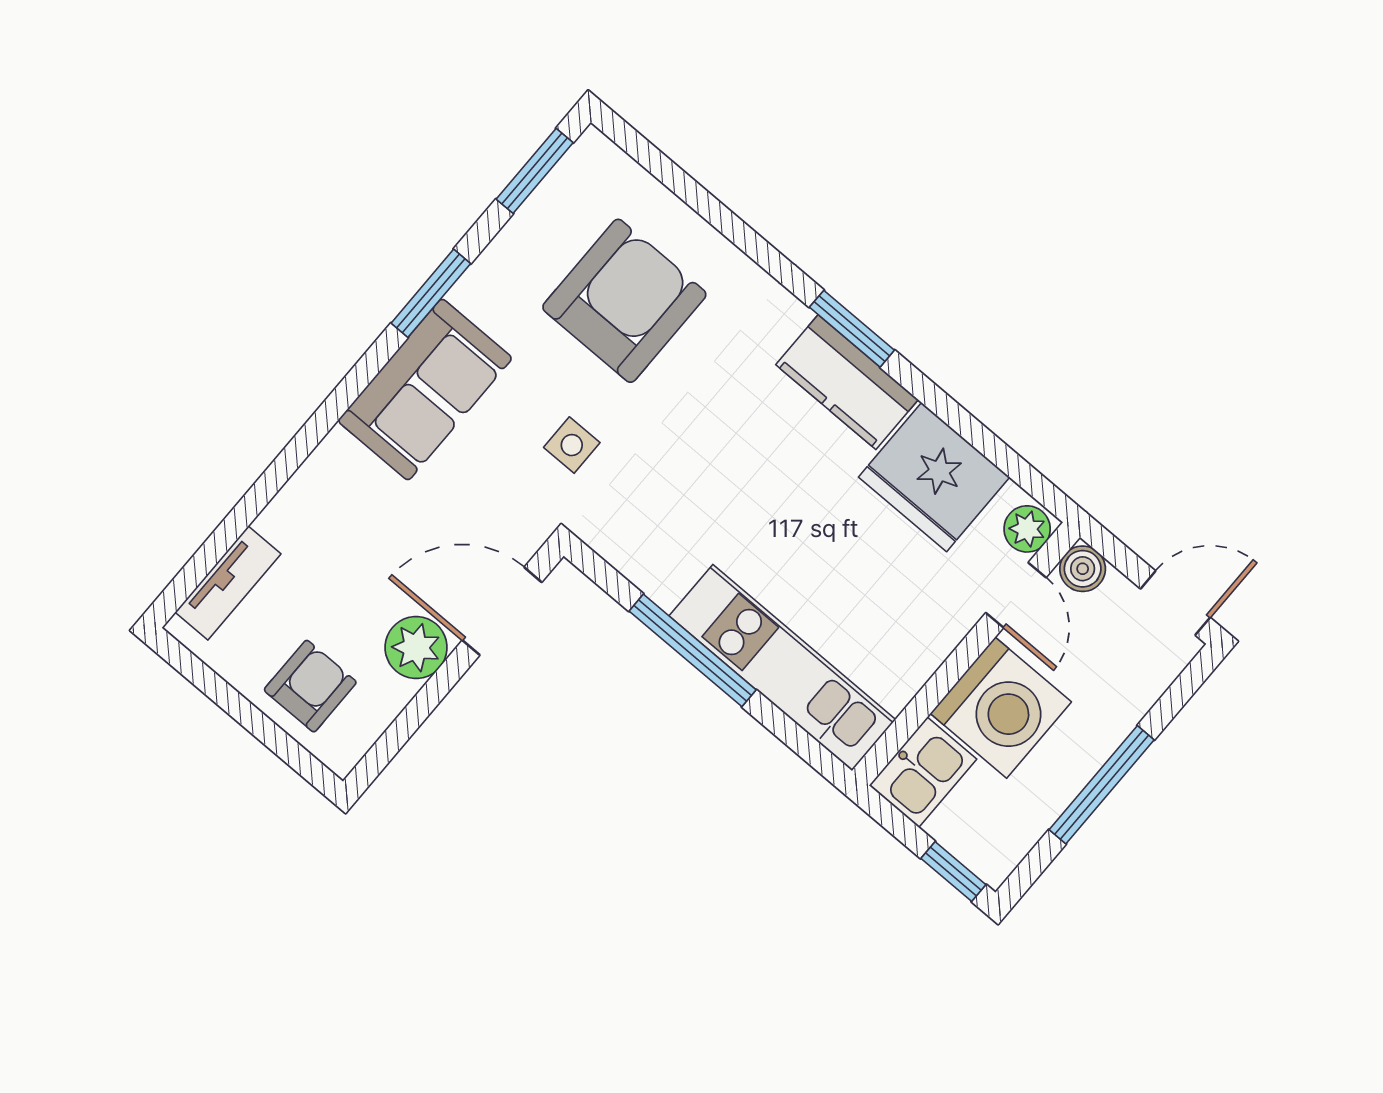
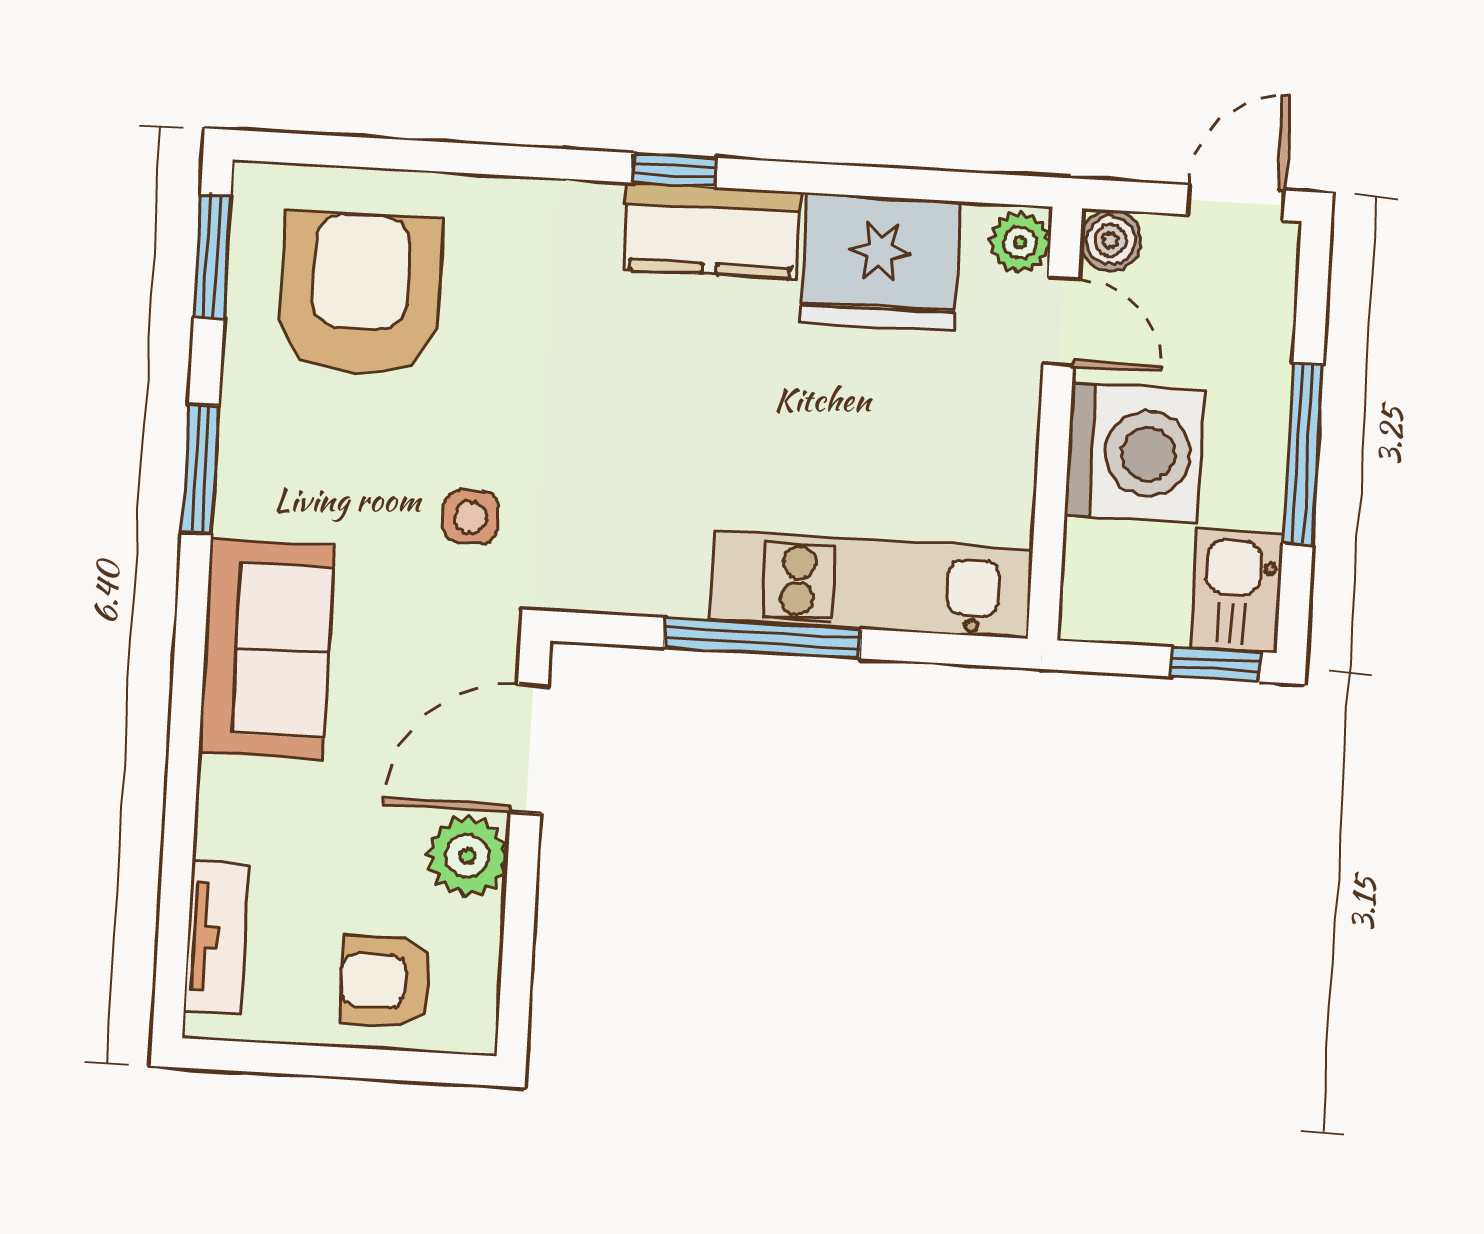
armchair: (624, 301) -> (360, 294), moved
window: (852, 329) -> (674, 170), width x0.67
sofa: (425, 389) -> (266, 649), moved
armchair: (310, 686) -> (386, 981), turned -90
kitchen sink: (923, 772) -> (1237, 591), moved, turned 180

